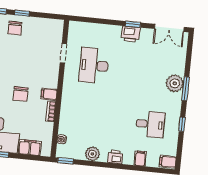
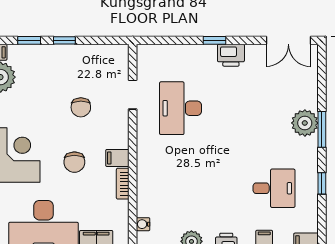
window: (133, 24) -> (214, 40), moved
chair: (15, 28) -> (81, 107), moved

